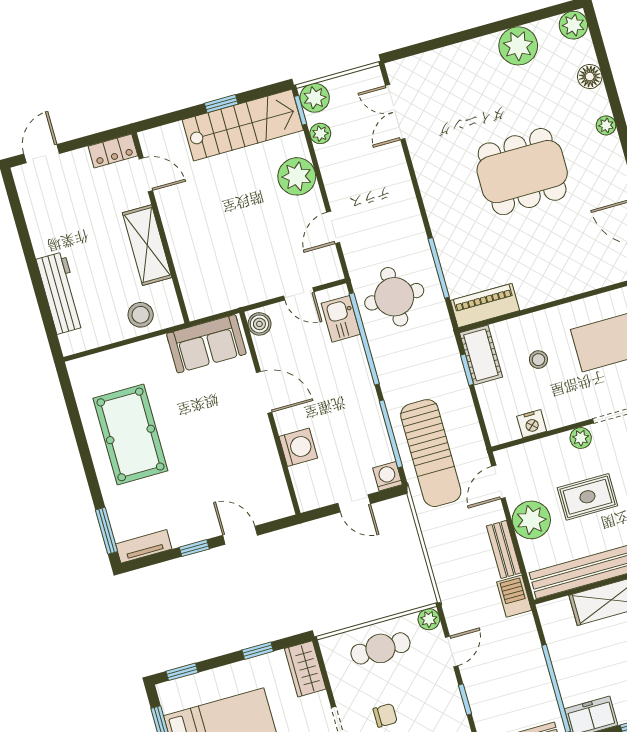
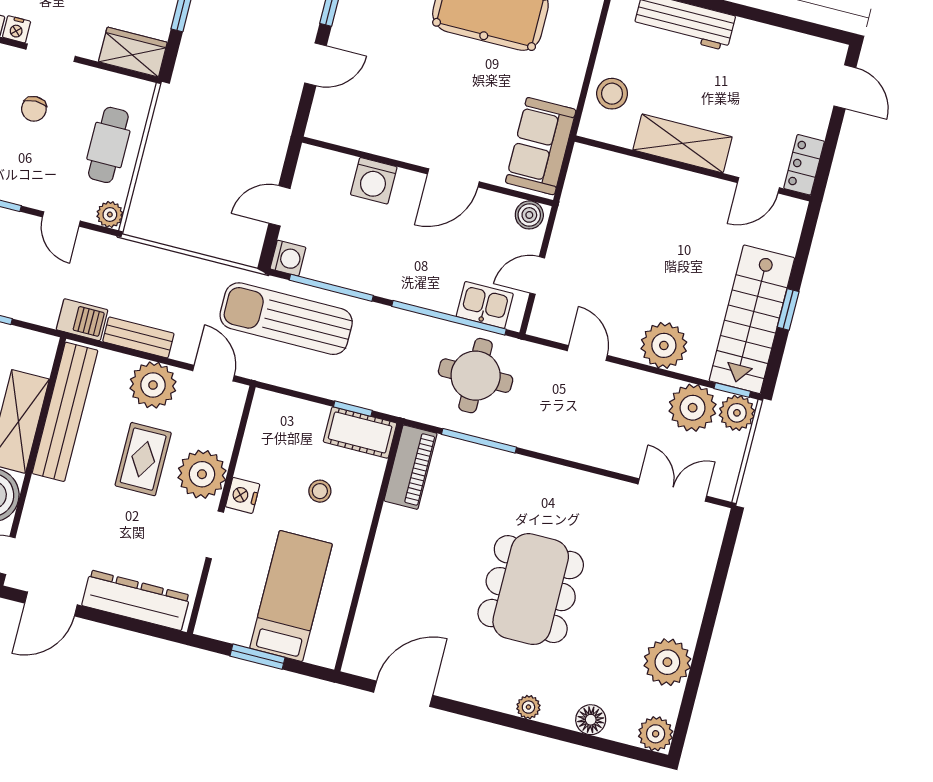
plant: (320, 133) -> (693, 408), width x1.87, depth x1.87
nightstand: (532, 424) -> (243, 495), moved
plant: (581, 438) -> (202, 474), width x1.87, depth x1.87

